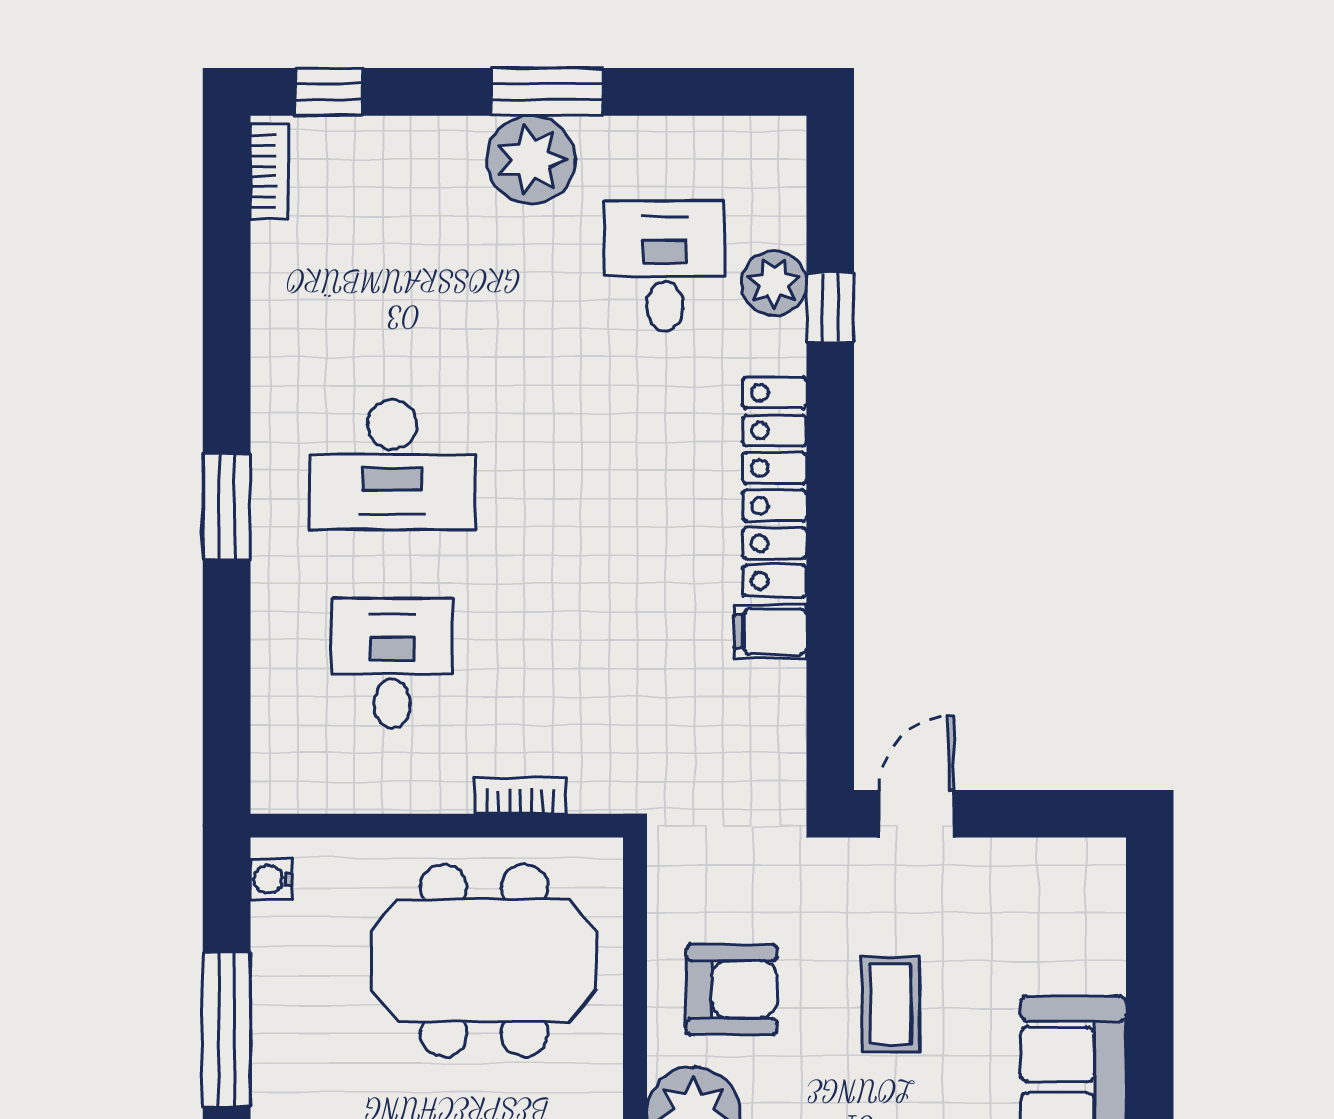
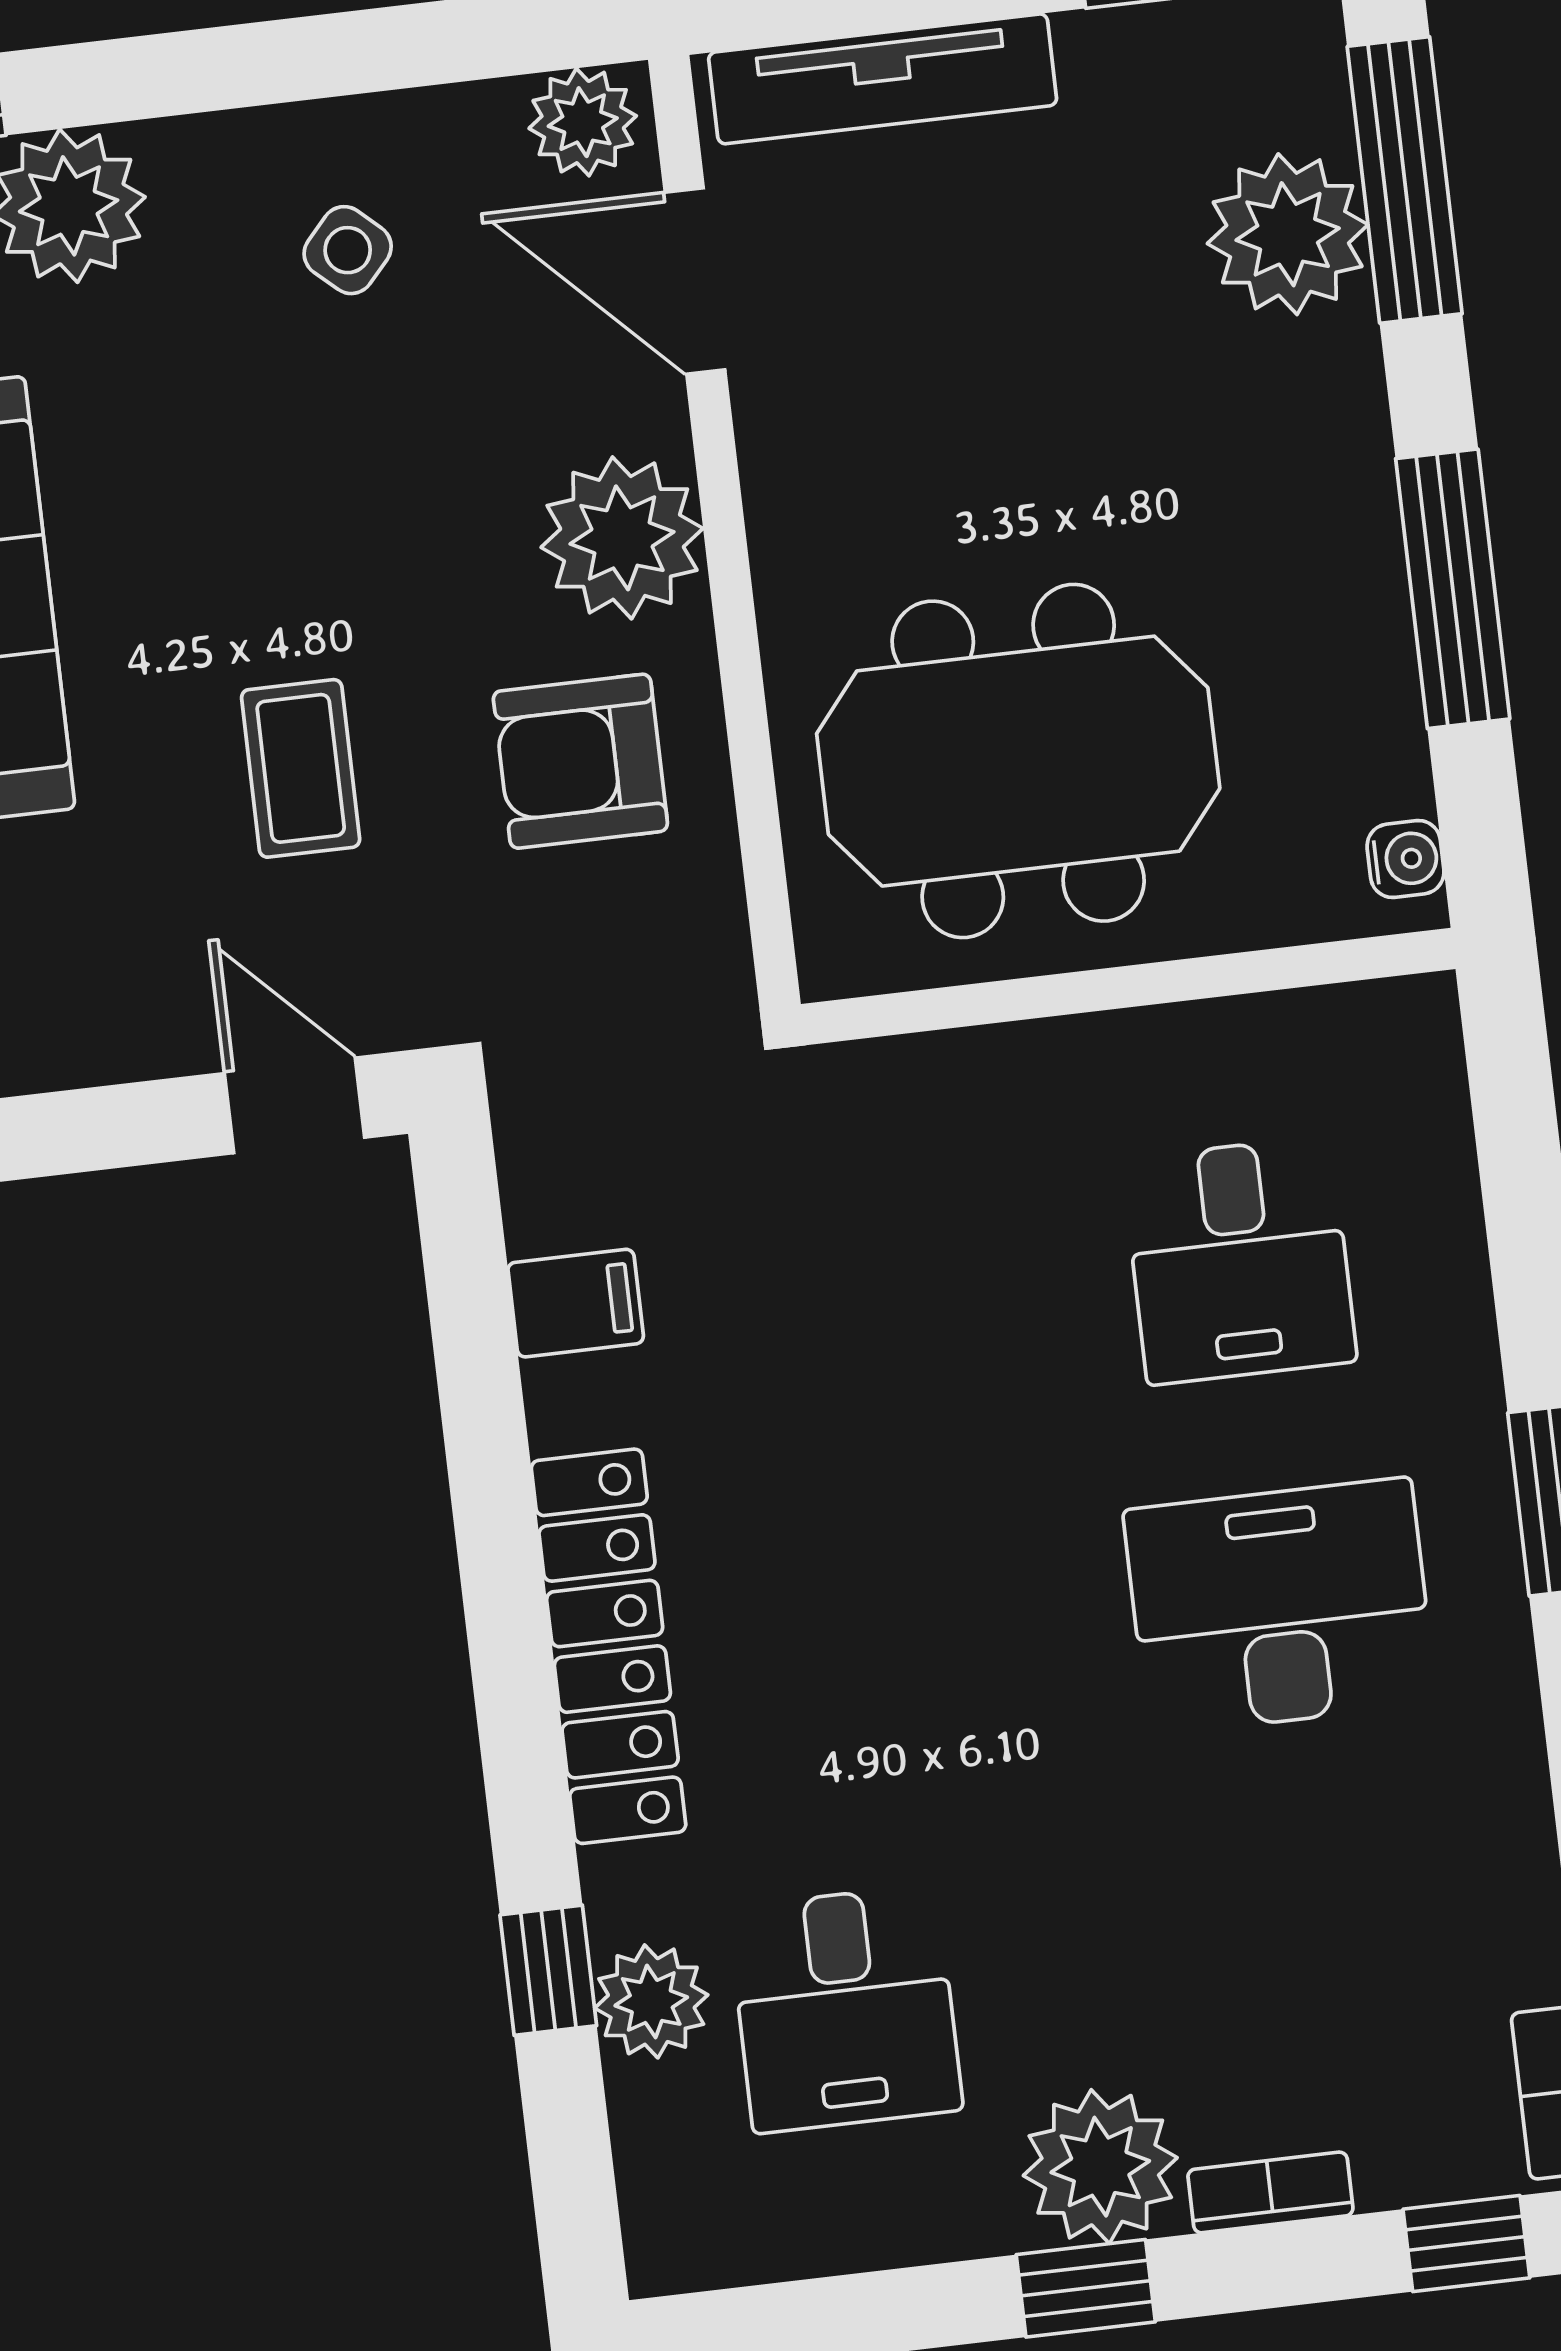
window: (547, 92) -> (1086, 2288), width x0.67
filing cabinet: (770, 632) -> (576, 1303), moved
bookcase: (520, 796) -> (1270, 2192), moved, turned 180
door: (916, 814) -> (295, 1105), swing flipped

